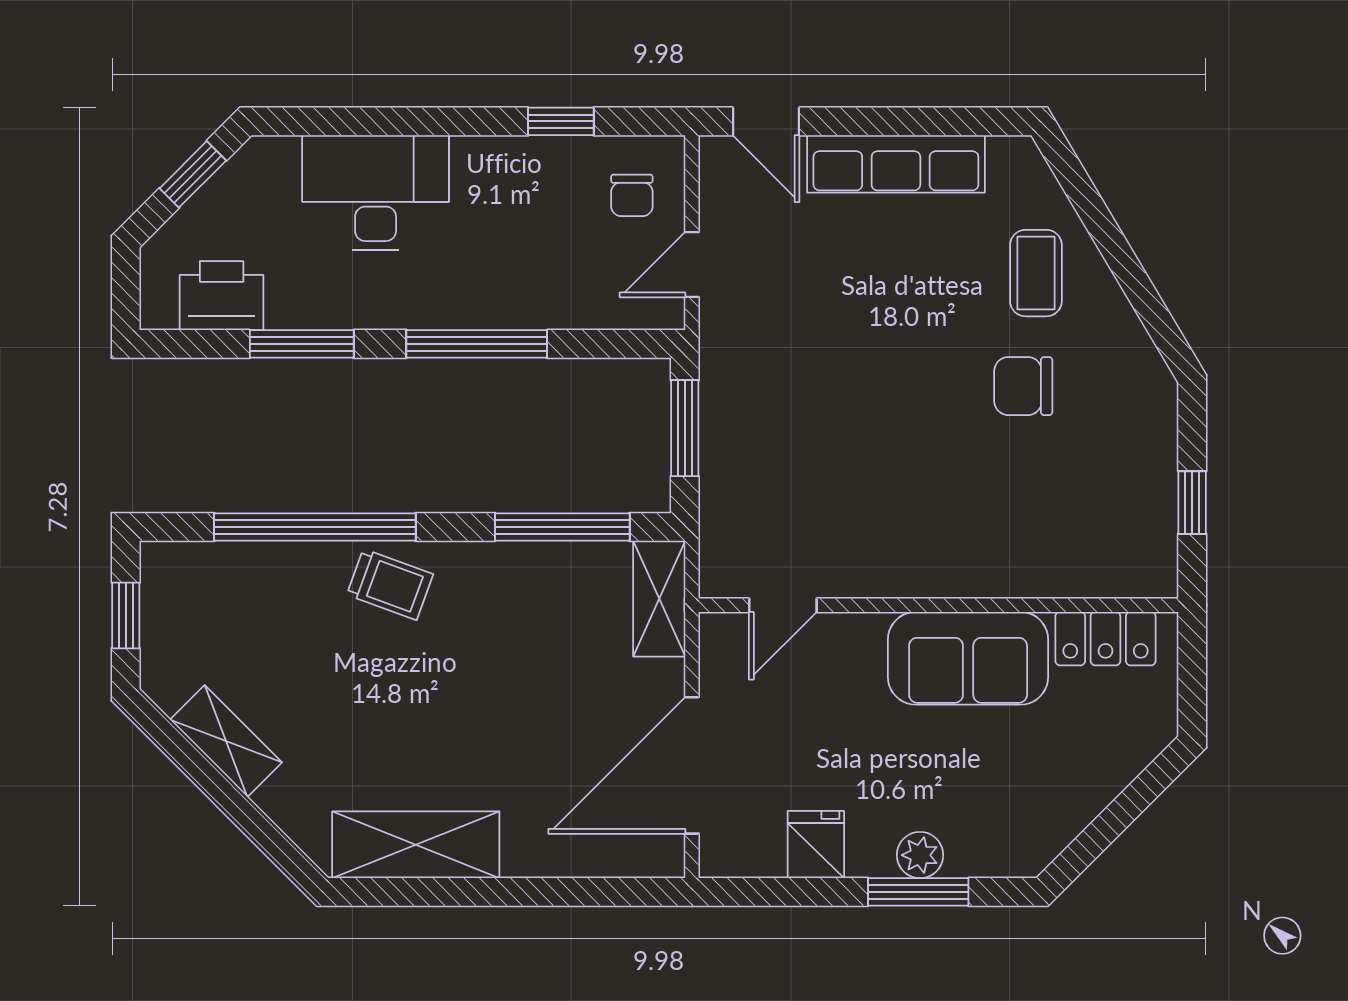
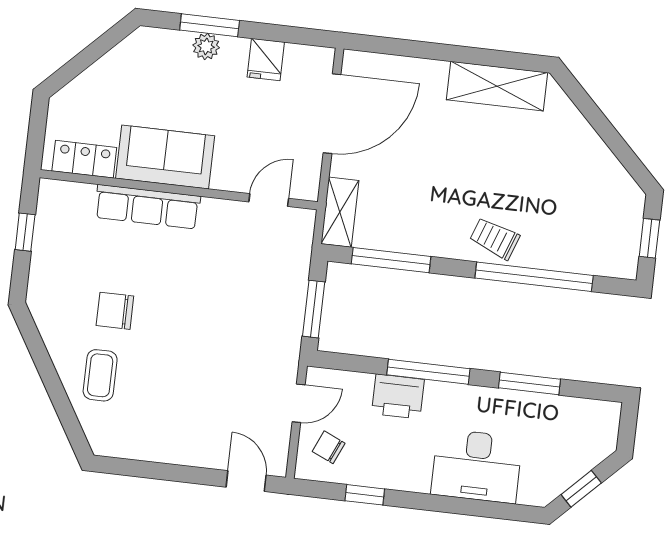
row of seats: (896, 164) -> (147, 207), moved, turned 180
chair: (632, 195) -> (329, 447), turned -66
printer: (222, 296) -> (398, 397), moved
chair: (1023, 386) -> (115, 311), turned 180
shelving: (226, 741) -> (600, 159), removed

